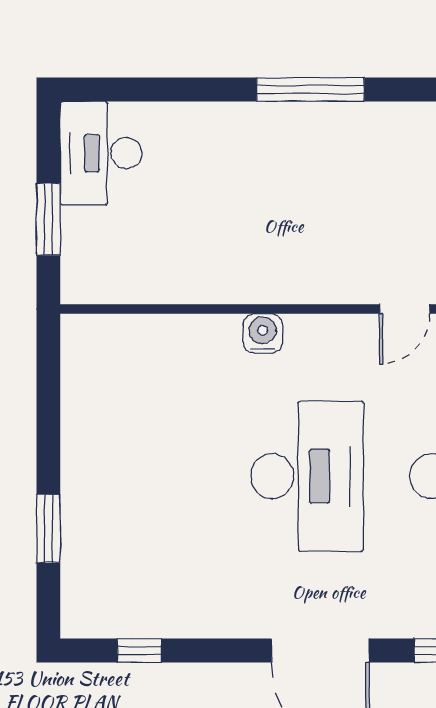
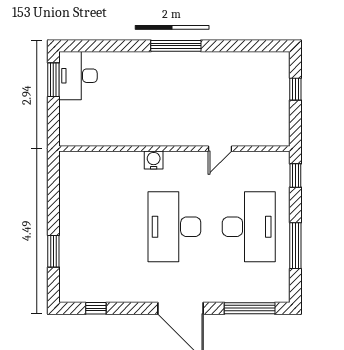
window: (48, 219) -> (53, 80), moved
desk: (307, 476) -> (174, 227), turned 180

